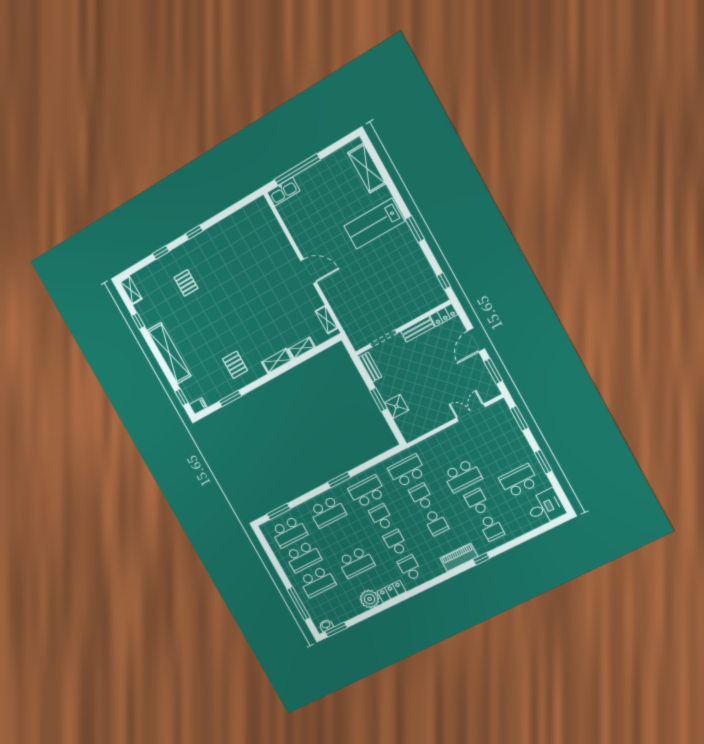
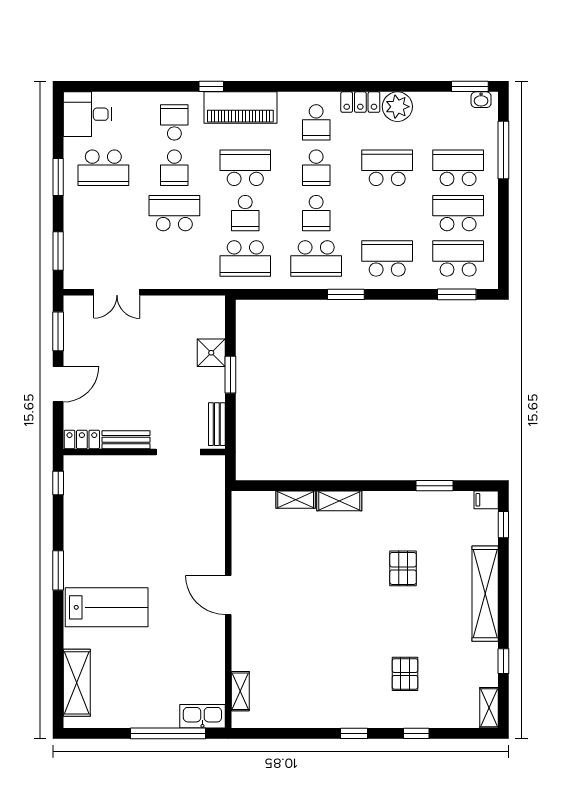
shelving: (326, 320) -> (240, 691), moved
pallet: (235, 365) -> (403, 568), moved
school desk: (436, 522) -> (245, 168), width x1.85
piano: (459, 557) -> (240, 107), width x1.37, depth x1.33

